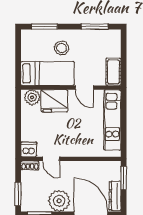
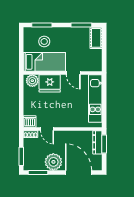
stool: (62, 48) -> (44, 41), moved
cot: (113, 72) -> (96, 38), moved
dresser: (115, 196) -> (97, 142), moved

